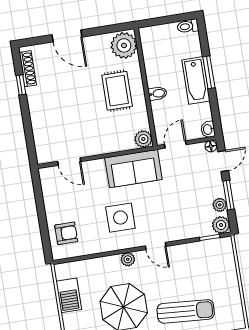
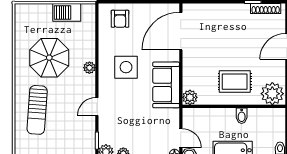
bidet: (158, 93) -> (242, 116), moved
door: (175, 145) -> (181, 138), moved
door: (69, 162) -> (181, 31), width x1.87
door: (156, 246) -> (97, 107), moved

